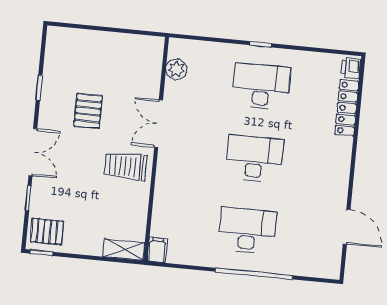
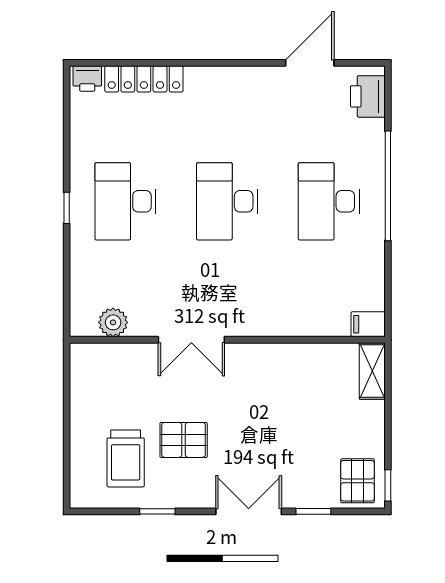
trolley: (125, 166) -> (126, 458), moved
printer: (319, 266) -> (368, 96), added

